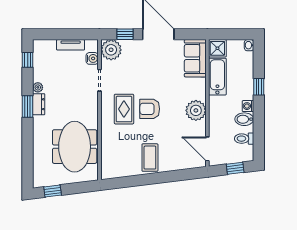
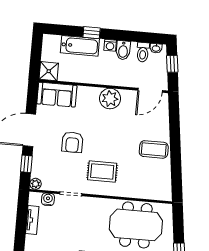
washbasin: (249, 45) -> (156, 48), moved
plant: (111, 50) -> (36, 184), width x0.53, depth x0.53
bathtub: (217, 77) -> (80, 46), moved, turned 180
armchair: (150, 109) -> (72, 142), moved

